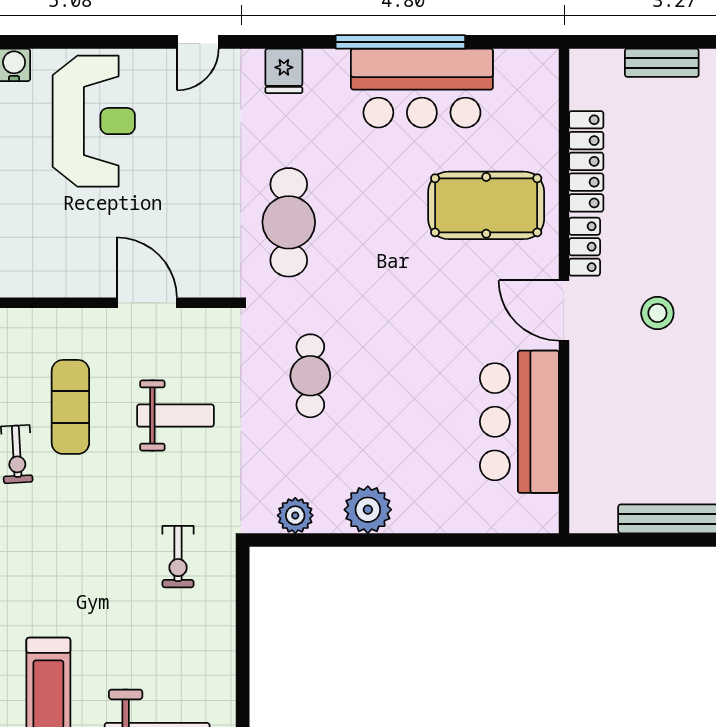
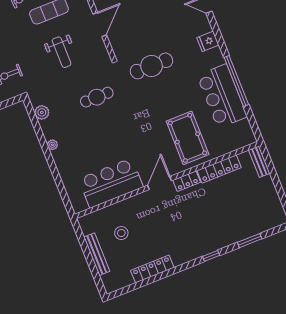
bench: (662, 63) -> (259, 162), moved
stool: (657, 313) -> (121, 233), moved
plant: (368, 510) -> (52, 145), width x0.53, depth x0.53

